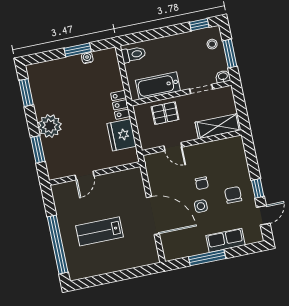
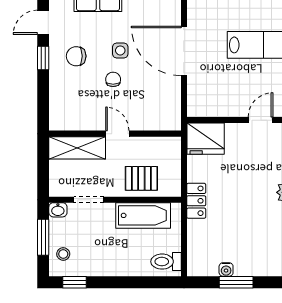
fridge: (122, 135) -> (206, 139), moved, turned 90
door: (173, 147) -> (117, 134), moved
chair: (233, 195) -> (76, 56), turned 90

